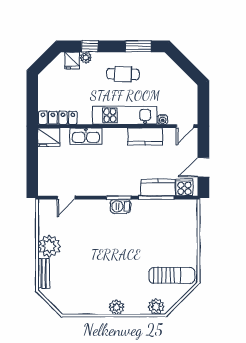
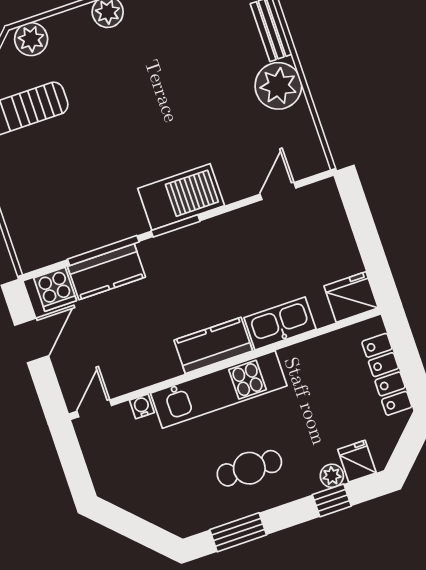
locker: (58, 118) -> (387, 374), moved, turned 90
kitchen counter: (145, 136) -> (213, 345), moved
barbecue: (120, 206) -> (181, 197), width x1.88, depth x1.53

